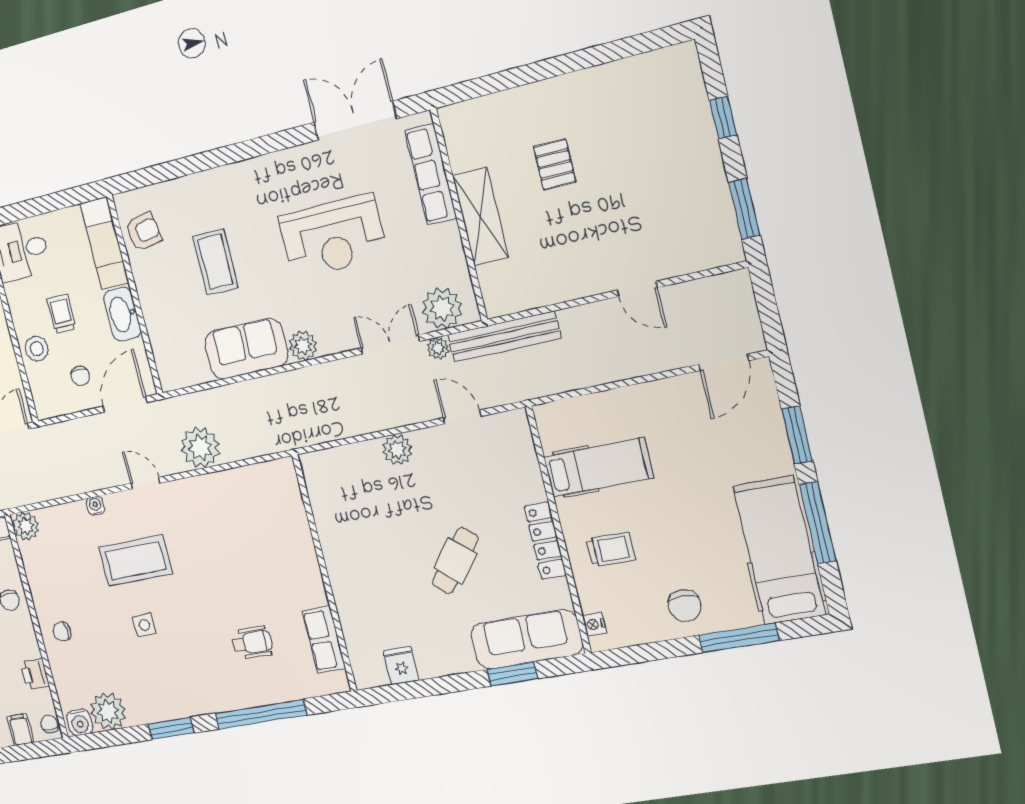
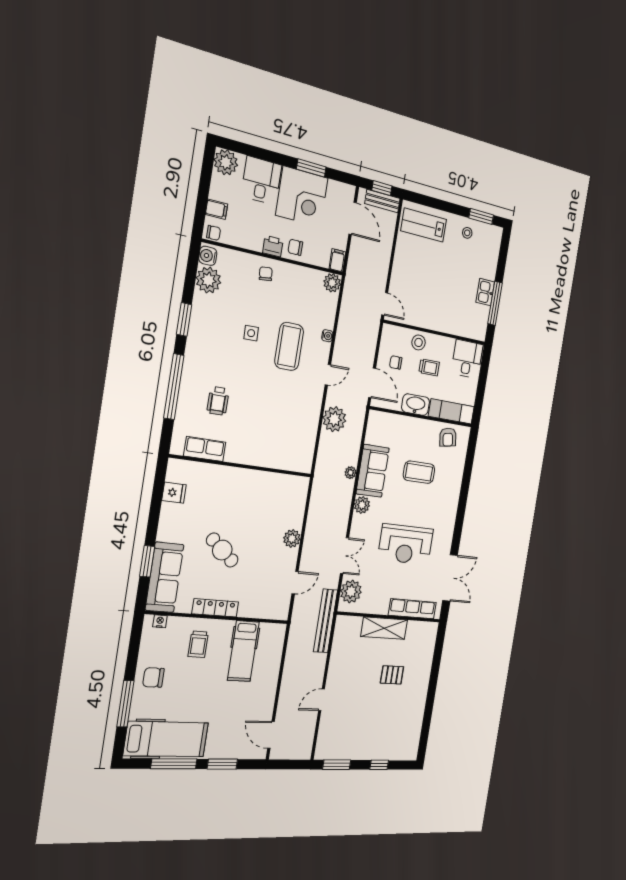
reception desk: (333, 236) -> (406, 544), turned -90
plant: (438, 348) -> (351, 473), moved
printer: (35, 674) -> (273, 246), moved

